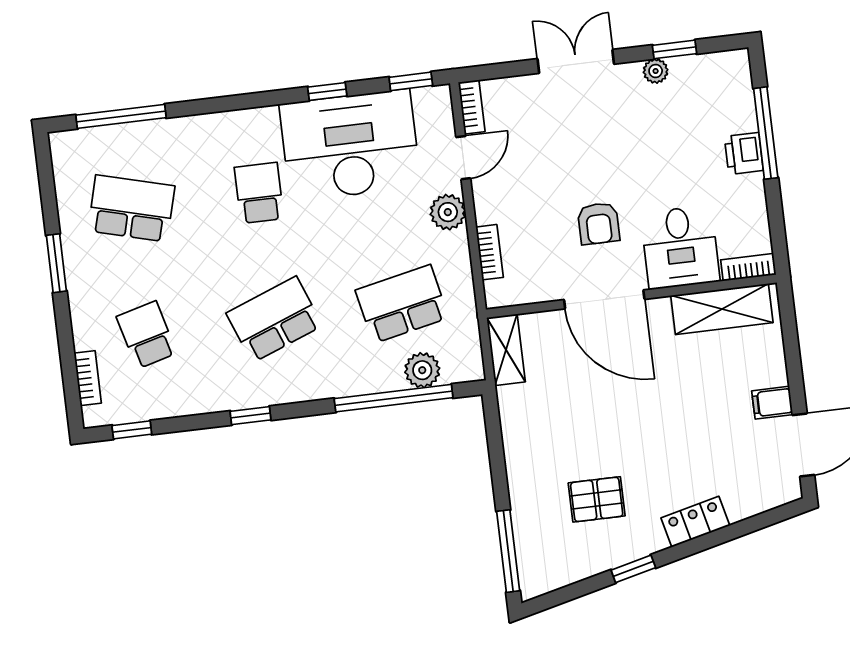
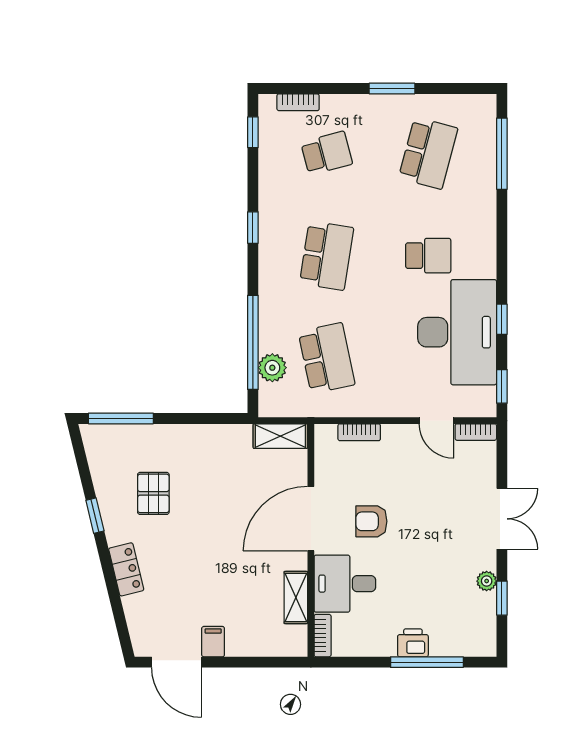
plant: (448, 212) -> (395, 403), removed
shelving: (722, 309) -> (296, 598), width x0.67, depth x0.75
school desk: (274, 319) -> (327, 256), turned 30

